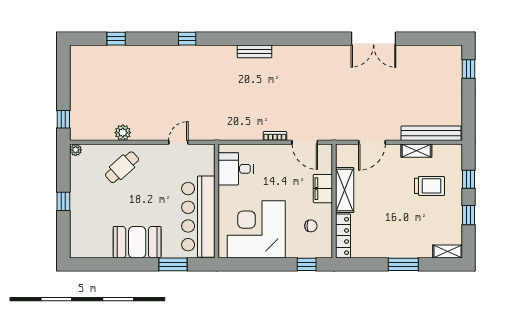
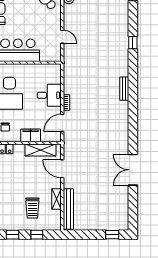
desk: (236, 169) -> (49, 95), moved, turned 90
shelving: (345, 190) -> (40, 150), moved

